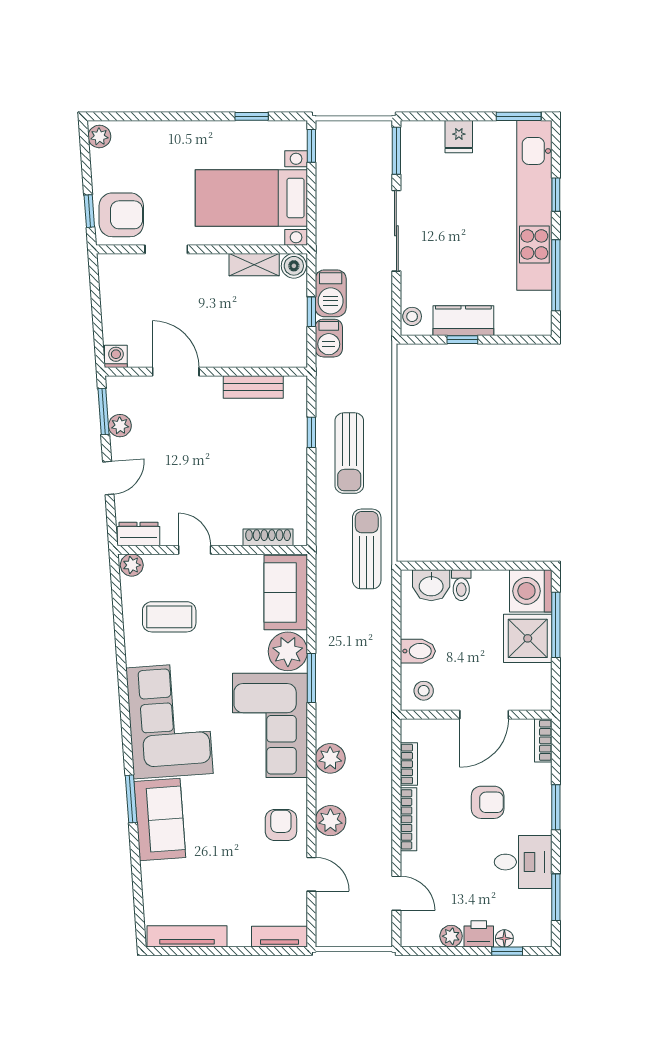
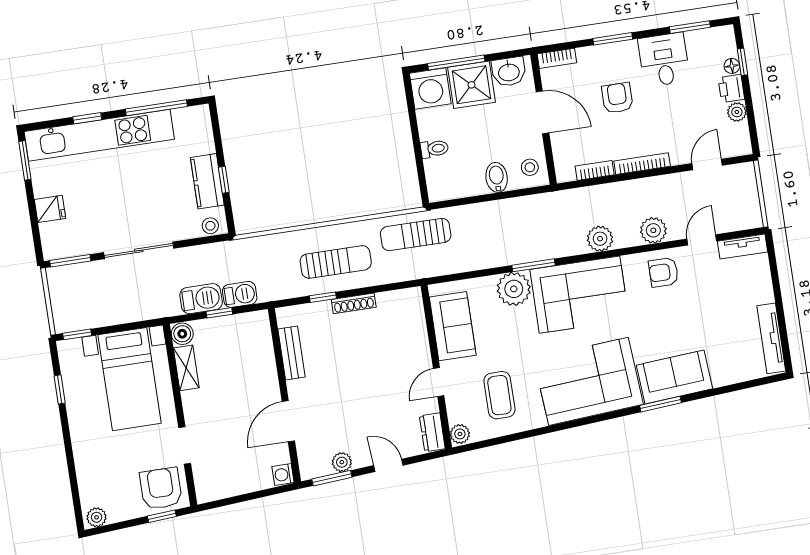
shoe rack: (268, 537) -> (354, 303), moved, turned -90
washbasin: (431, 585) -> (509, 72), moved, turned 90
sofa: (286, 592) -> (453, 326), moved, turned -90
tv unit: (279, 937) -> (742, 247), moved, turned -90

